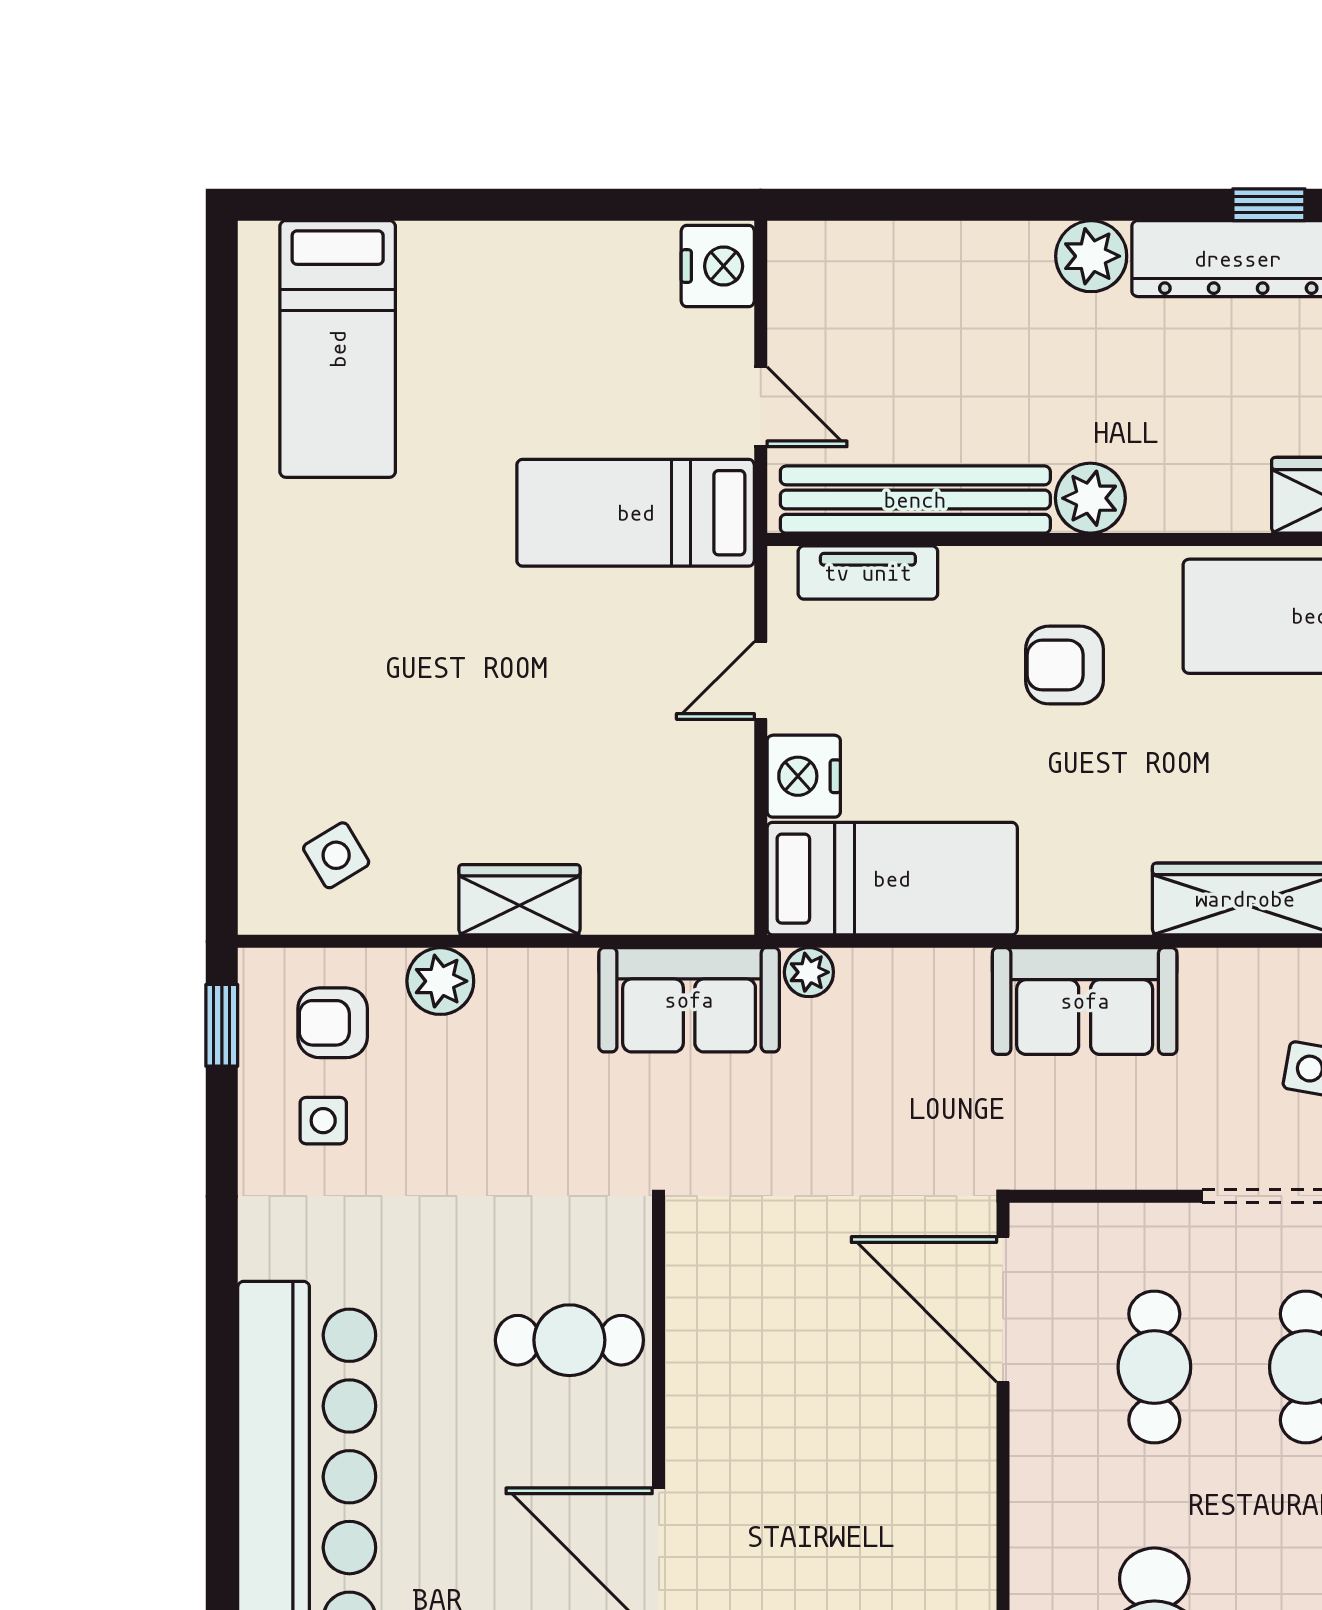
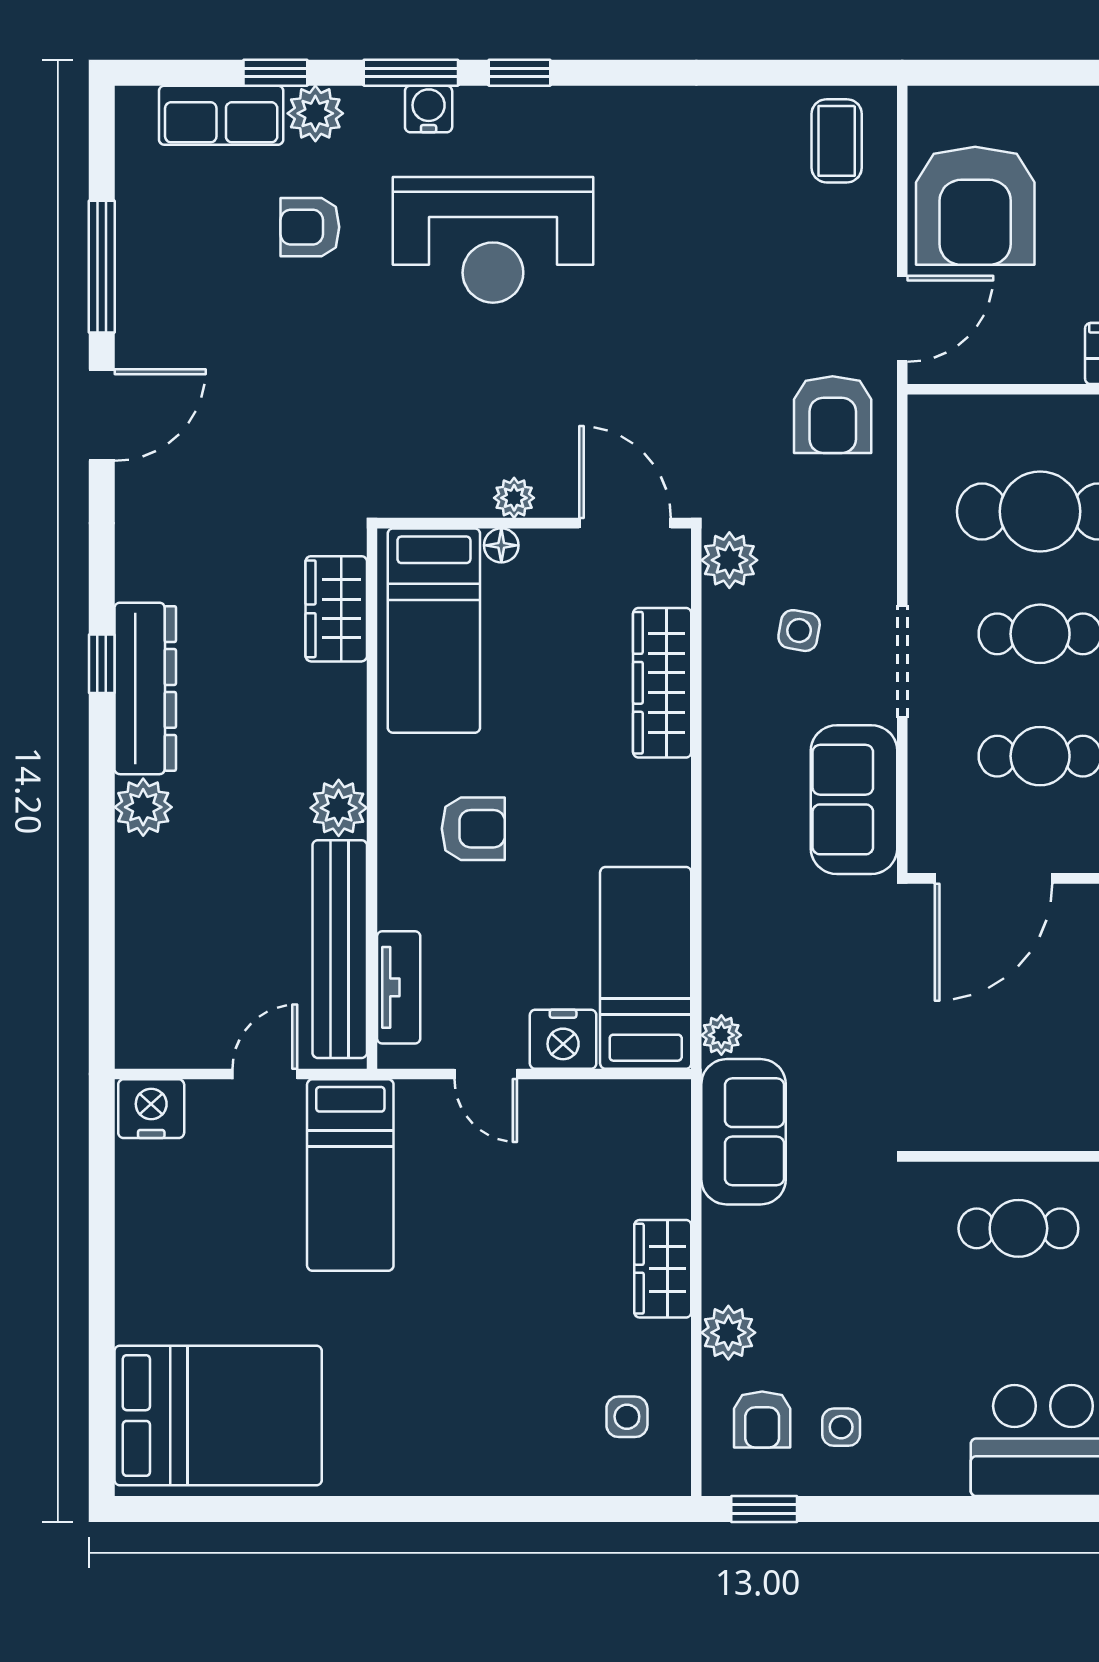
bed: (338, 349) -> (218, 1416), width x1.50
armchair: (1064, 665) -> (473, 829), turned -90
side table: (336, 855) -> (627, 1417), turned 31
sofa: (1085, 1001) -> (854, 800), moved, turned 180
cafe table: (569, 1340) -> (1018, 1228), turned 90

